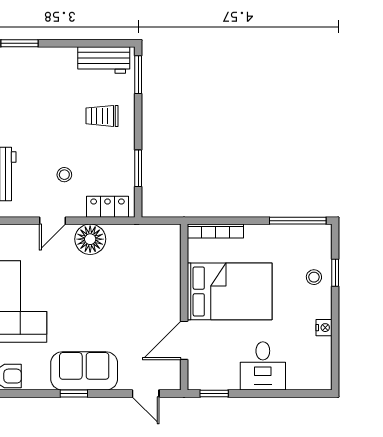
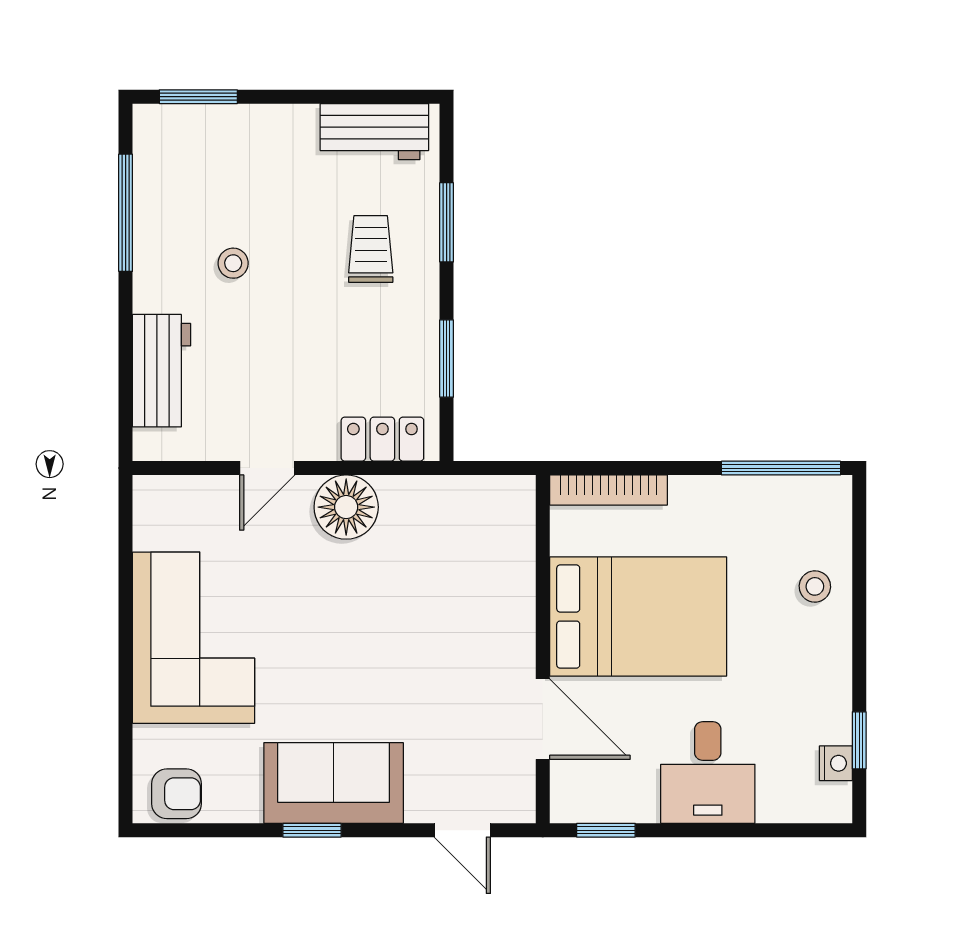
window: (138, 75) -> (447, 222), moved
trolley: (102, 116) -> (371, 249), turned 90
stool: (64, 175) -> (233, 263), moved
window: (335, 273) -> (859, 740), moved
nightstand: (324, 328) -> (836, 763), moved
door: (184, 340) -> (543, 719), swing flipped

